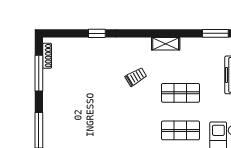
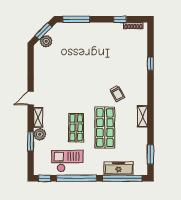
window: (39, 73) -> (120, 19), width x0.46
shop shelf: (181, 93) -> (105, 128), width x1.43, depth x1.36

